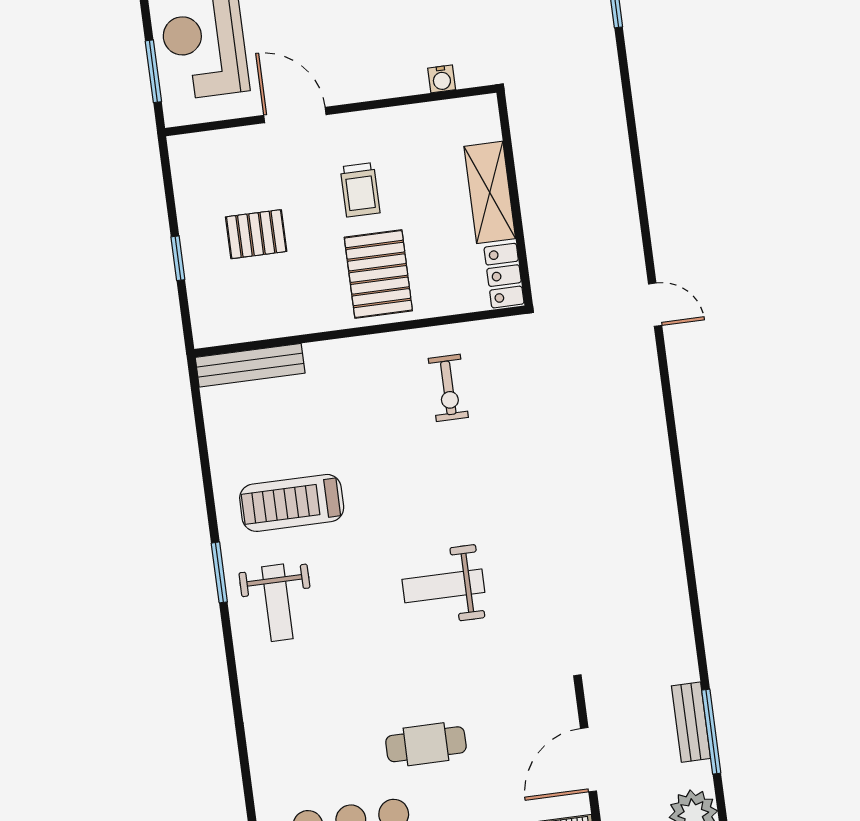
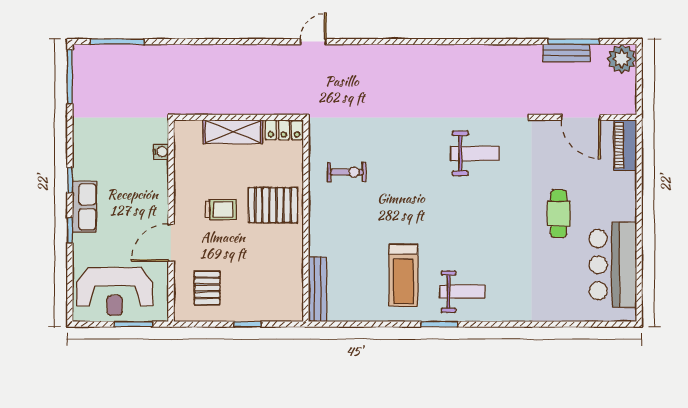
pallet: (256, 234) -> (207, 288), moved
weight bench: (443, 586) -> (475, 153), moved, turned -90

